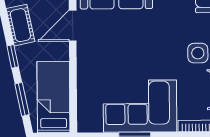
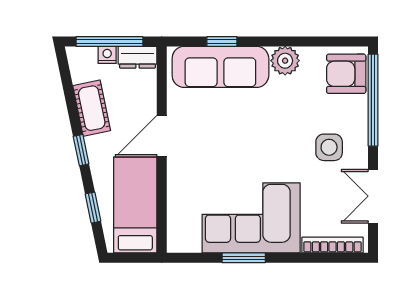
door: (73, 26) -> (162, 136), moved
window: (22, 99) -> (93, 208), width x0.67

